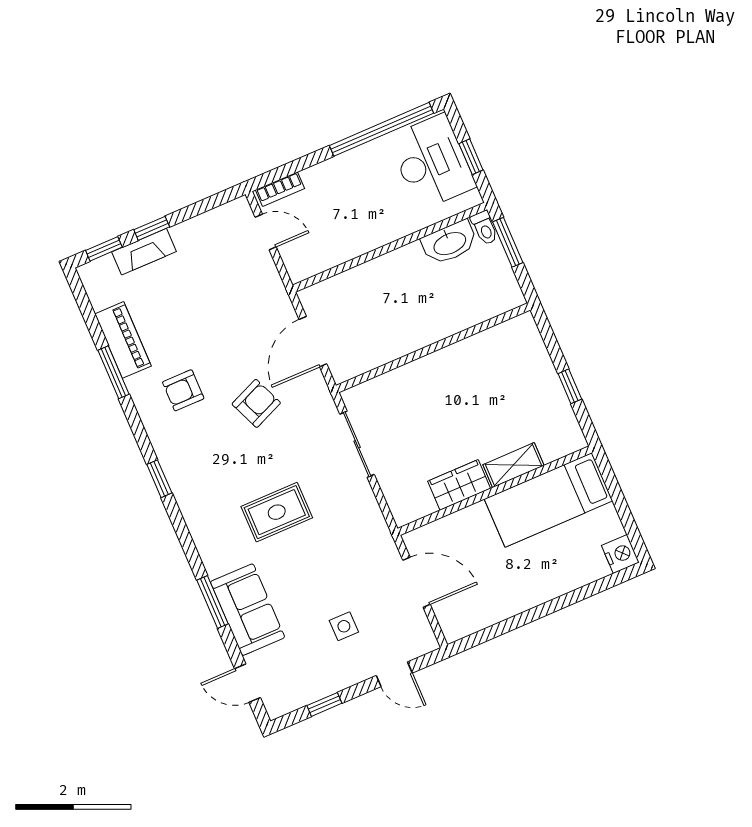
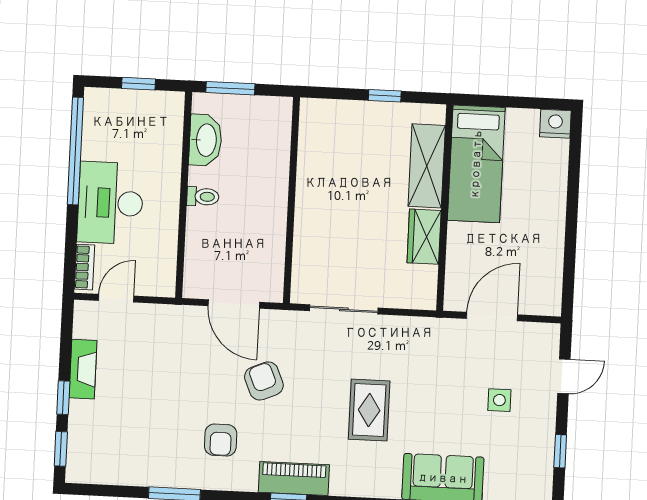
desk: (432, 162) -> (110, 203), moved, turned -90
toilet: (485, 228) -> (203, 197), moved
fireplace: (144, 252) -> (83, 369), moved
piano: (123, 340) -> (294, 479), moved
shelving: (513, 465) -> (427, 166), width x1.50, depth x1.33

